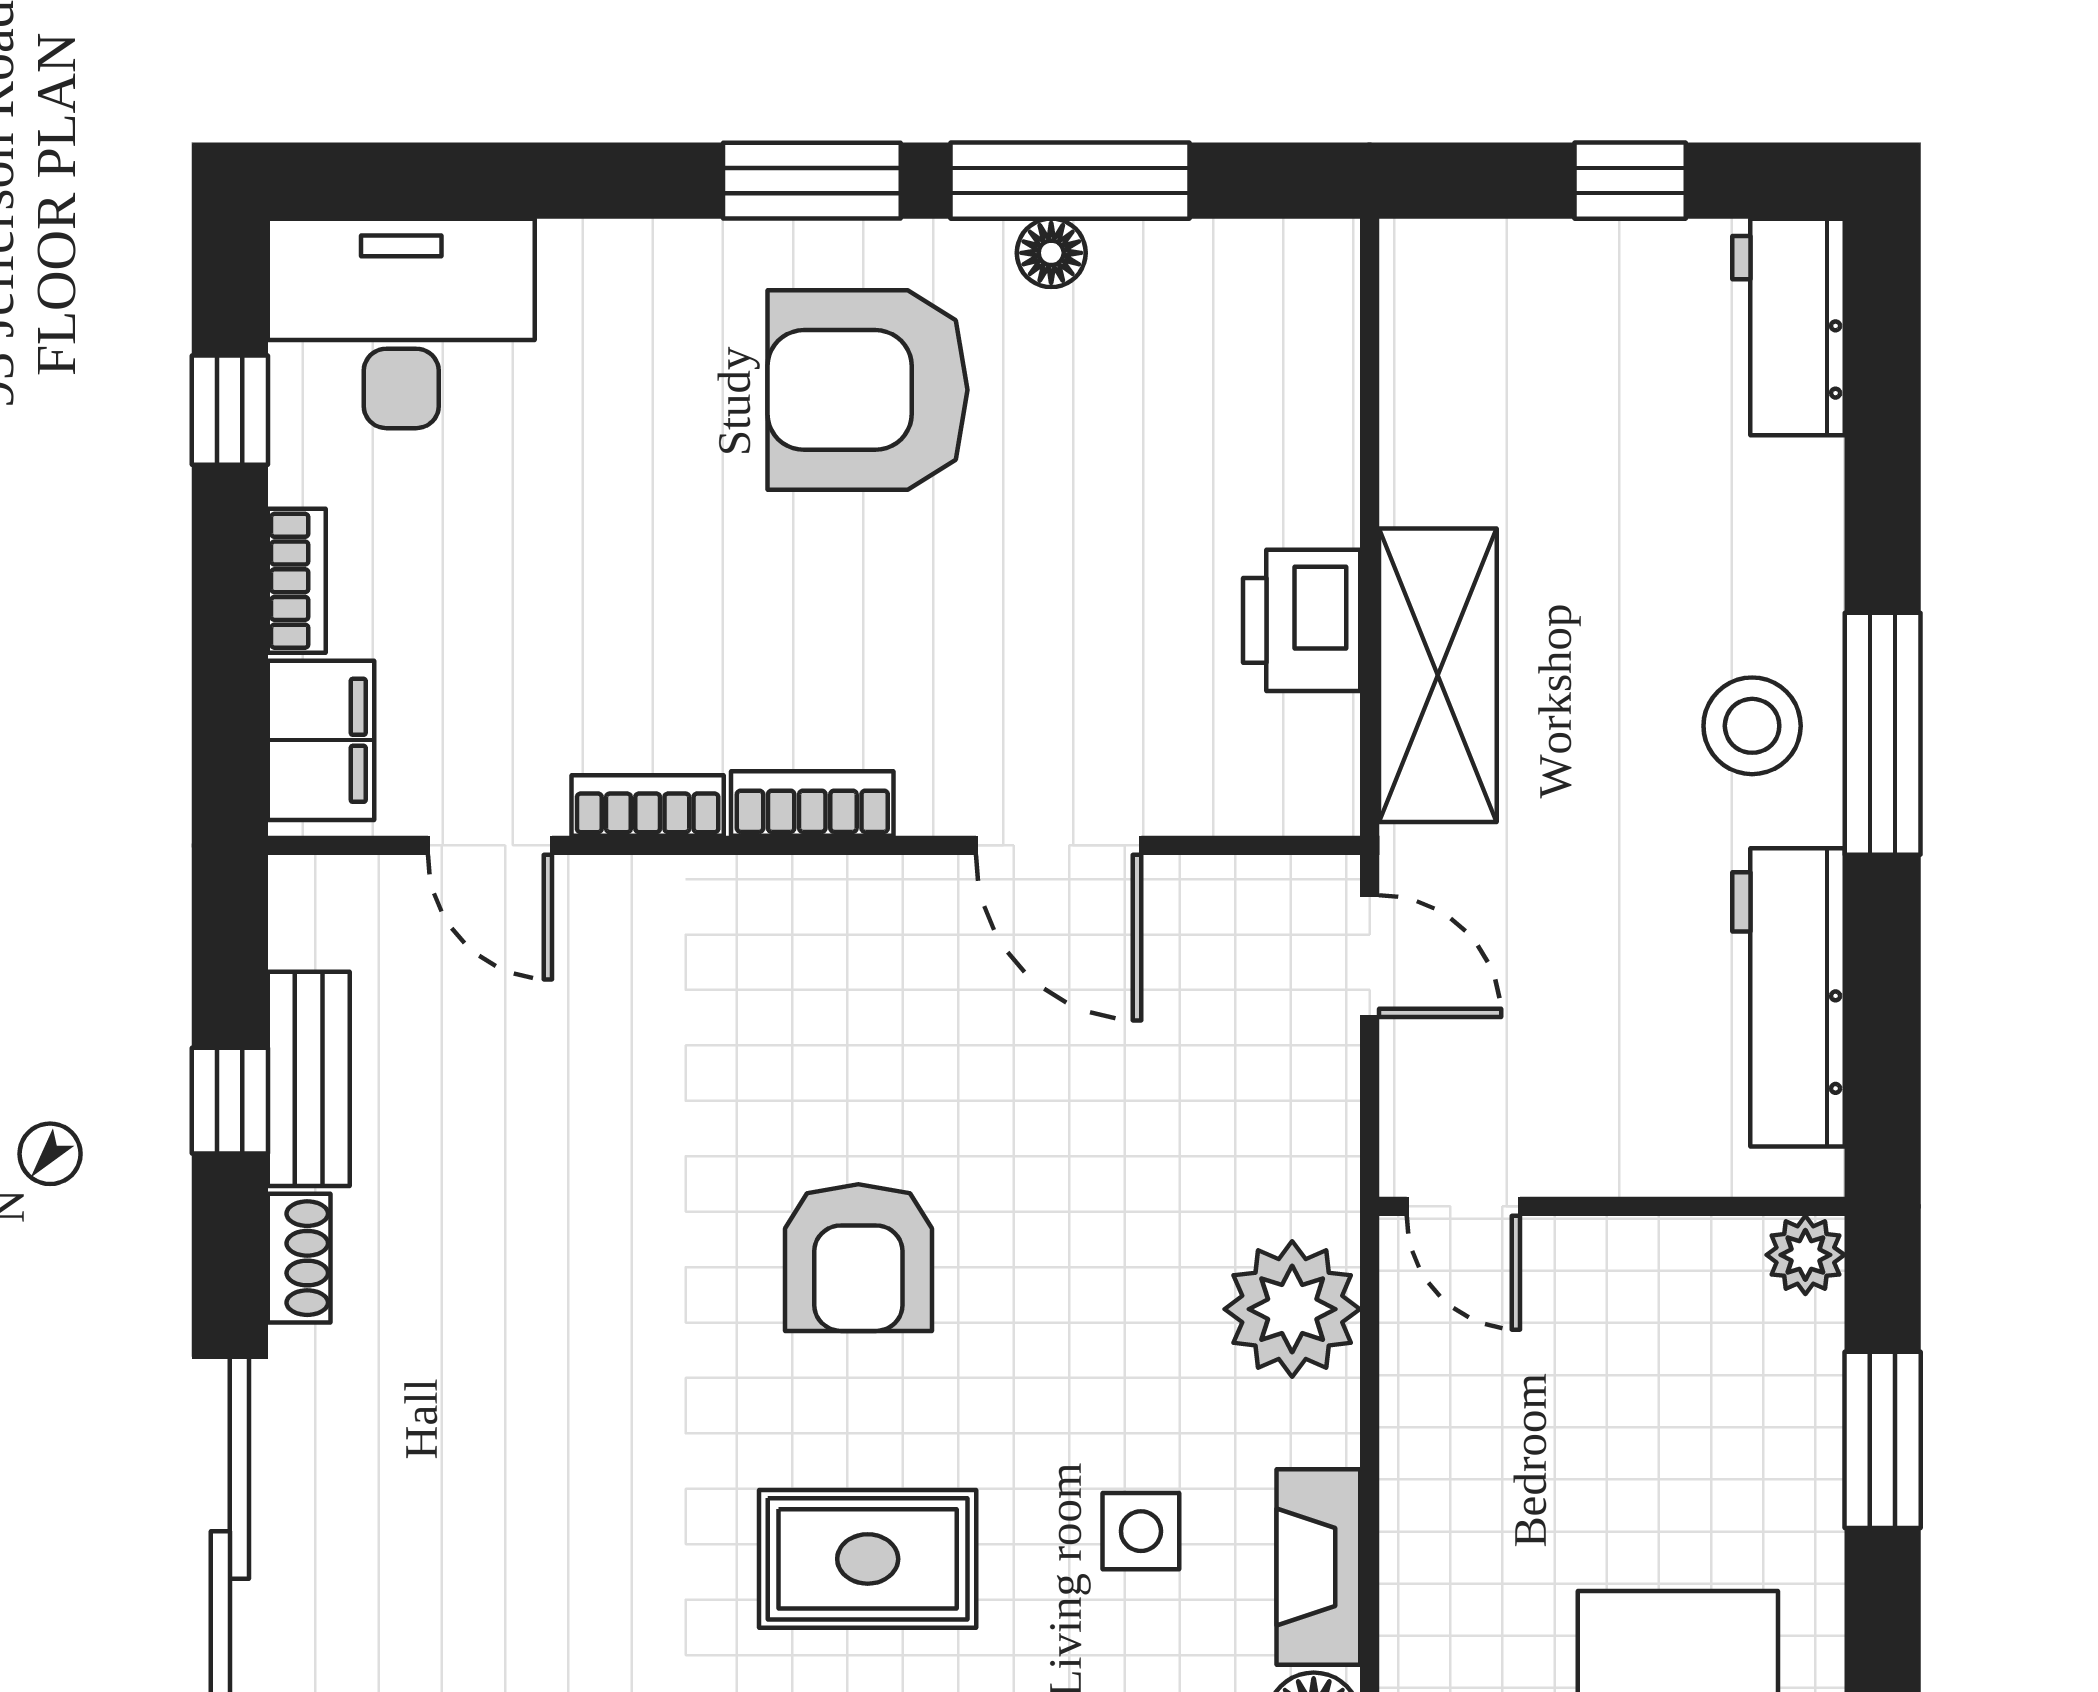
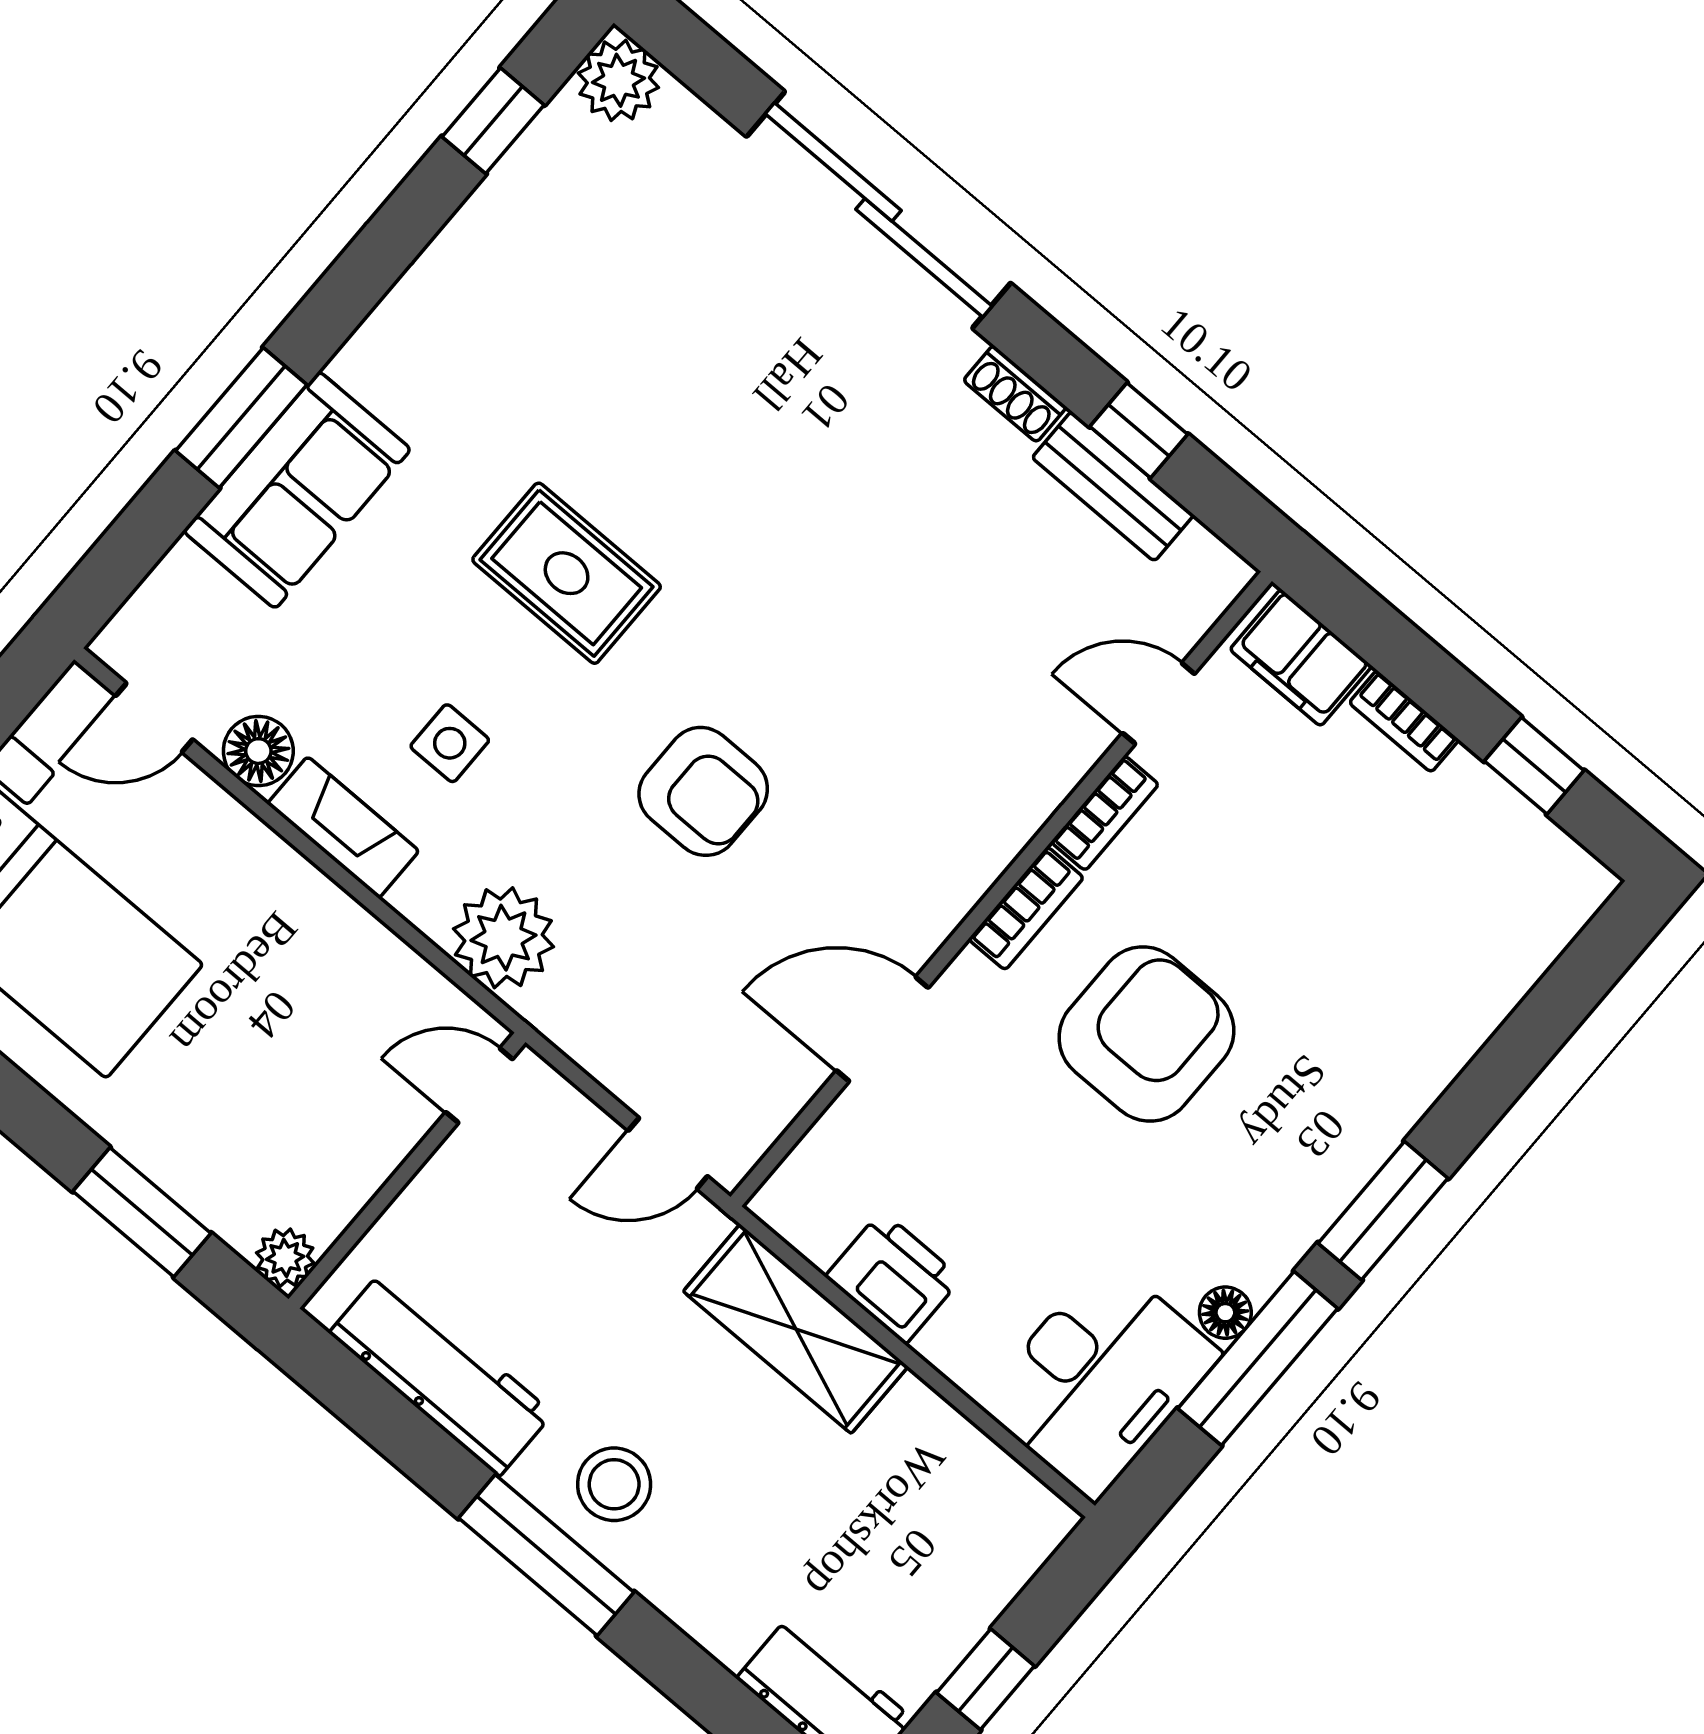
desk: (401, 323) -> (1100, 1379), moved
armchair: (868, 390) -> (1146, 1034), moved
armchair: (858, 1258) -> (703, 791), moved, turned 180
rug: (868, 1559) -> (567, 573), turned 90

